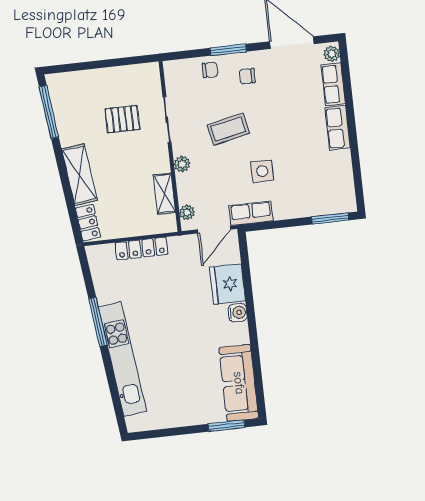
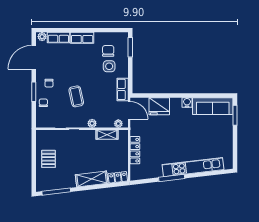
pallet: (122, 119) -> (49, 159), moved
side table: (262, 171) -> (109, 66), moved
chair: (319, 179) -> (108, 51), added
water cooler: (238, 313) -> (187, 102), moved

